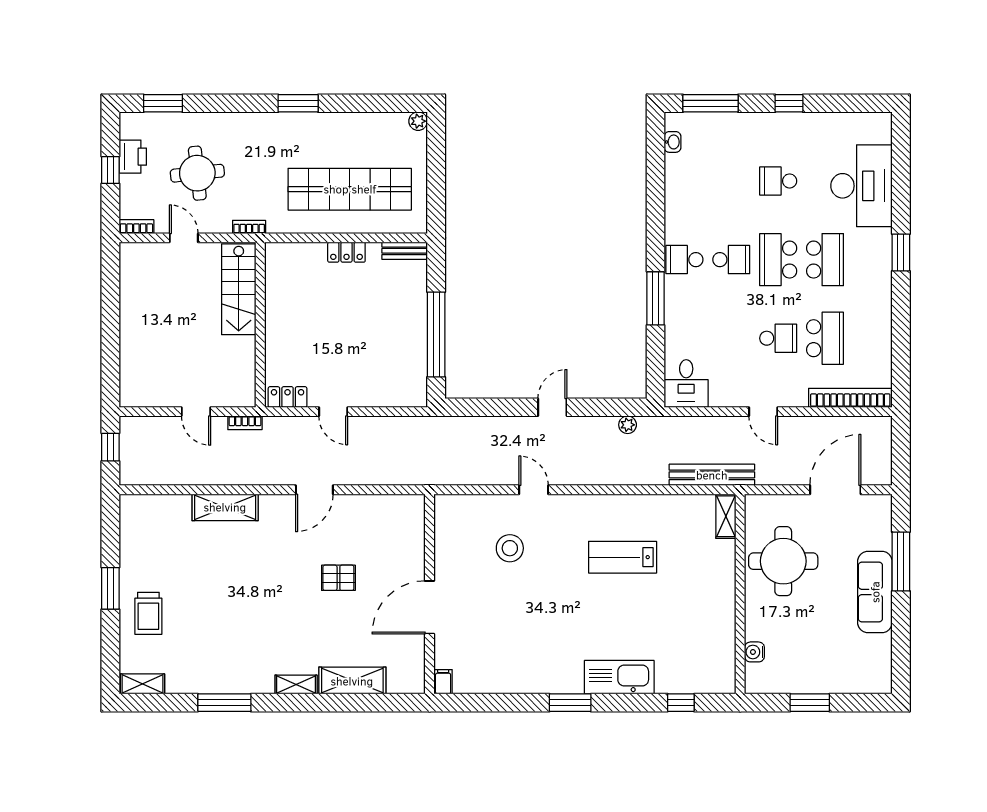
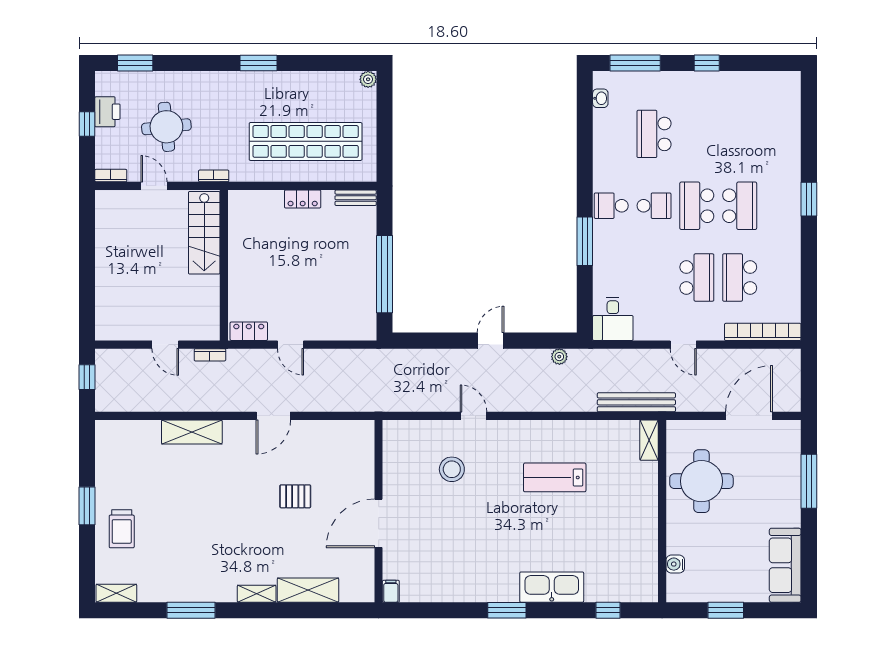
school desk: (778, 181) -> (654, 134), moved, width x1.85
desk: (862, 186) -> (773, 138), removed
school desk: (778, 338) -> (697, 278), width x1.85
school desk: (825, 338) -> (740, 278), turned 180
sofa: (875, 592) -> (785, 565), moved

